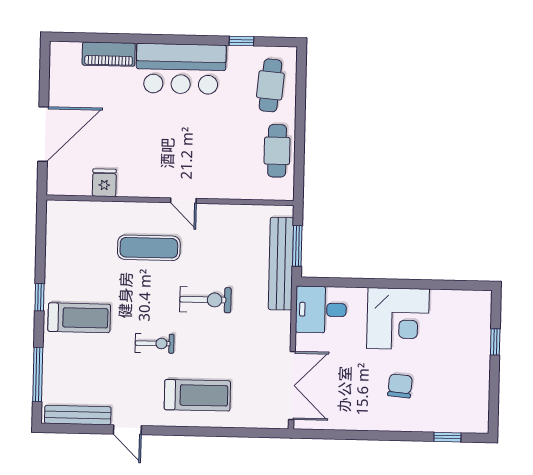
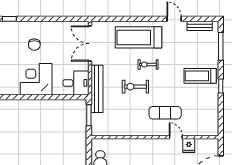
door: (183, 201) -> (176, 137), moved
bench: (281, 264) -> (97, 89), moved
exercise bike: (155, 343) -> (148, 65), moved
treadmill: (197, 395) -> (138, 37), width x1.37, depth x1.38
bench: (78, 415) -> (200, 26), width x0.73

